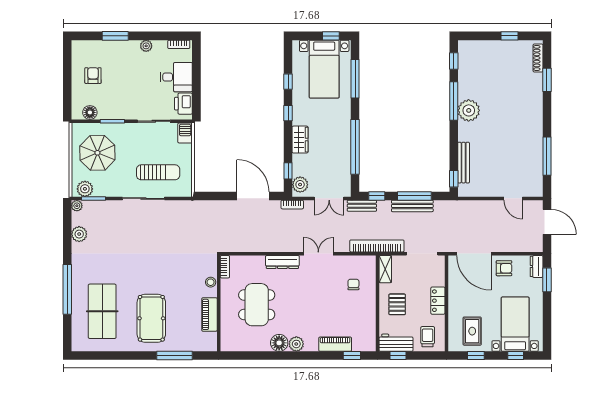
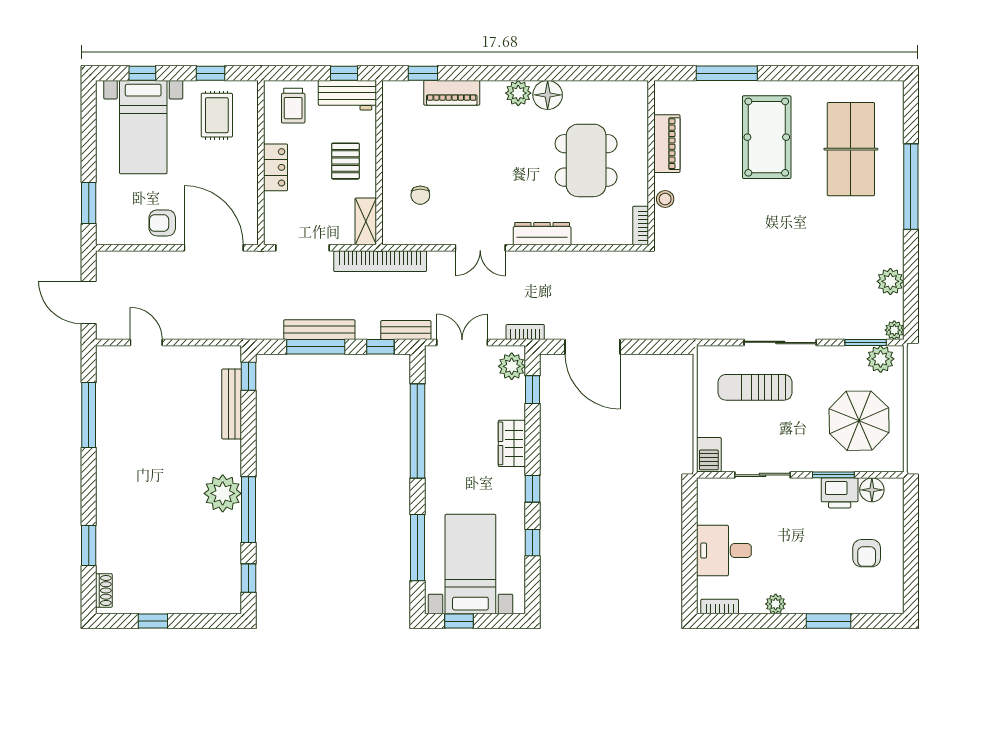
shoe rack: (538, 58) -> (104, 590), width x0.70
printer: (183, 104) -> (840, 493), moved, turned 90
dresser: (537, 266) -> (106, 226), removed

